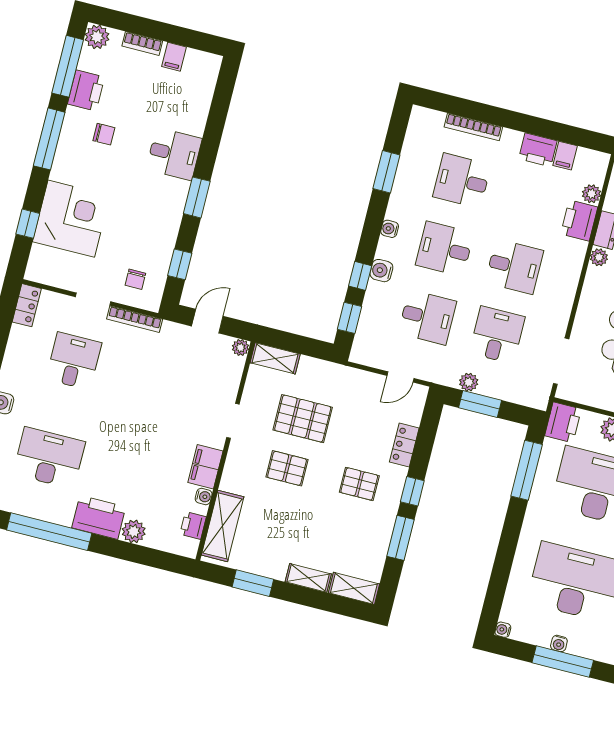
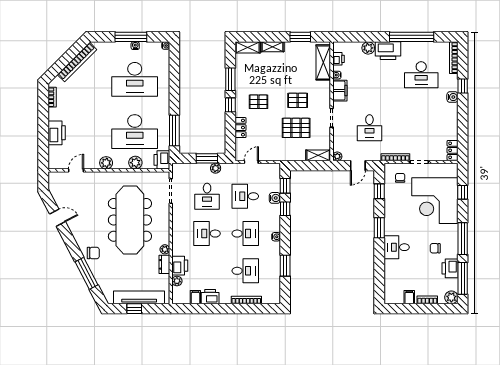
corner desk: (71, 219) -> (435, 201), width x1.36, depth x1.36
water cooler: (381, 271) -> (275, 198), moved
desk: (74, 361) -> (369, 128), moved

